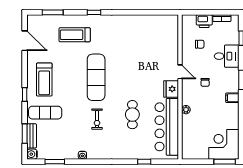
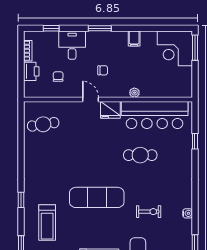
cafe table: (159, 31) -> (43, 124), added
door: (180, 72) -> (90, 100), hinge flipped
filing cabinet: (232, 98) -> (134, 39), moved
exercise bike: (97, 119) -> (149, 212), moved

